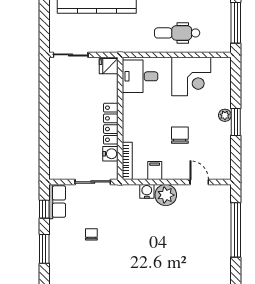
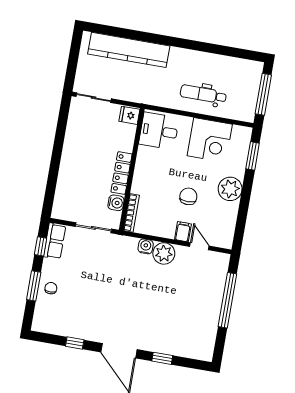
plant: (225, 115) -> (230, 189), width x1.88, depth x1.88
window: (236, 122) -> (253, 156), moved
filing cabinet: (155, 171) -> (183, 232), moved
chair: (91, 234) -> (51, 288), moved

